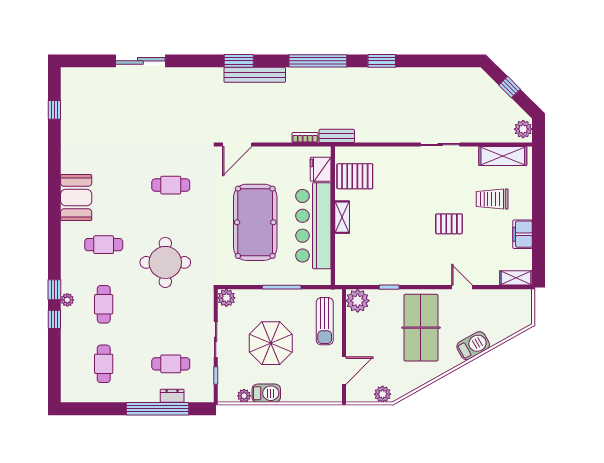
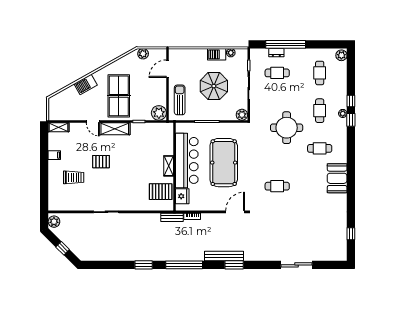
shelving: (503, 156) -> (115, 129), moved
filing cabinet: (523, 234) -> (54, 155), width x0.50
round table: (165, 262) -> (287, 128), moved
plant: (69, 392) -> (341, 55), added

